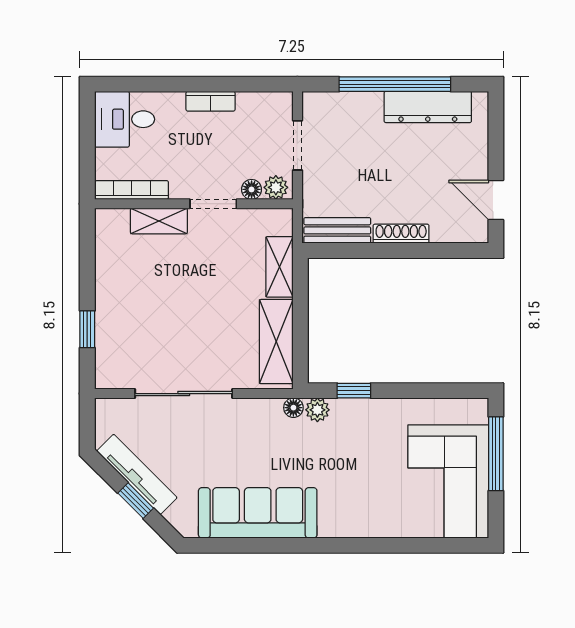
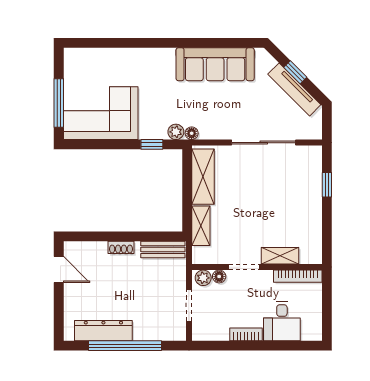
desk: (125, 119) -> (282, 321), moved, turned 90
shoe rack: (401, 234) -> (121, 247), width x0.70
corner sofa: (448, 481) -> (101, 113), moved, turned -90

